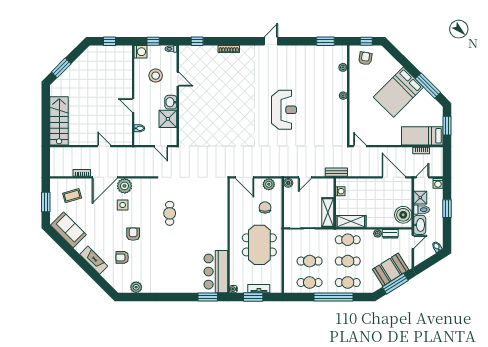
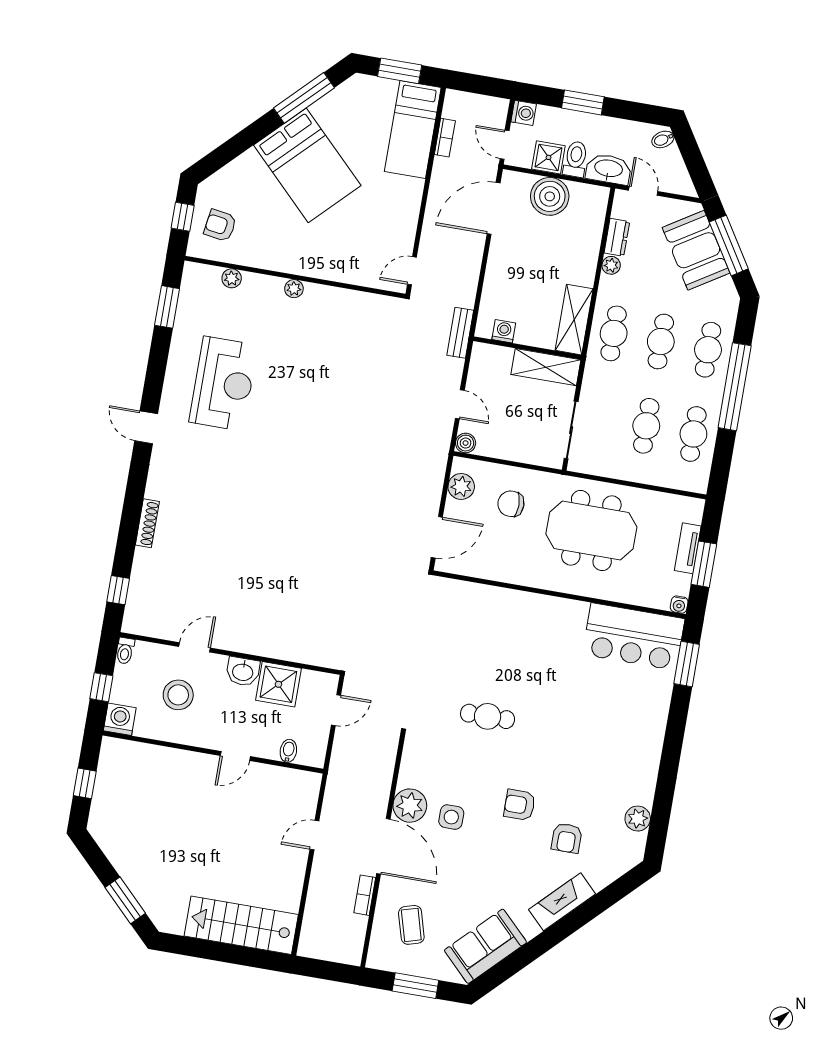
reception desk: (284, 110) -> (223, 384), moved, turned 90
boiler: (403, 215) -> (550, 196), moved

